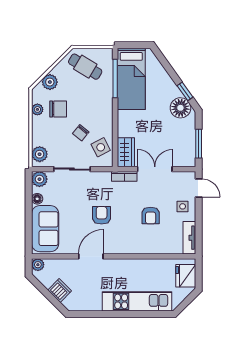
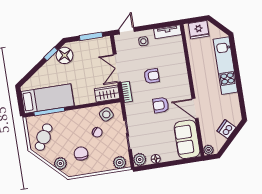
plant: (37, 109) -> (84, 170), removed
armchair: (151, 216) -> (152, 76), moved
sofa: (45, 229) -> (187, 139), moved, turned -90

